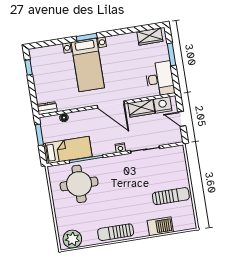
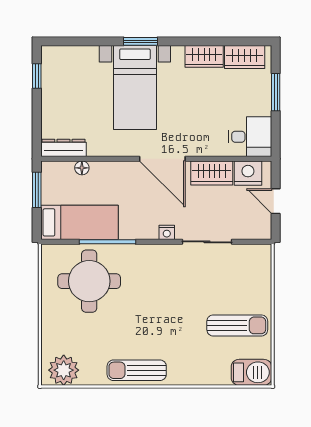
wardrobe: (126, 40) -> (204, 56), added
desk: (160, 79) -> (250, 137), width x0.73
dresser: (47, 108) -> (63, 148), width x1.44
barbecue: (160, 226) -> (251, 372), moved

